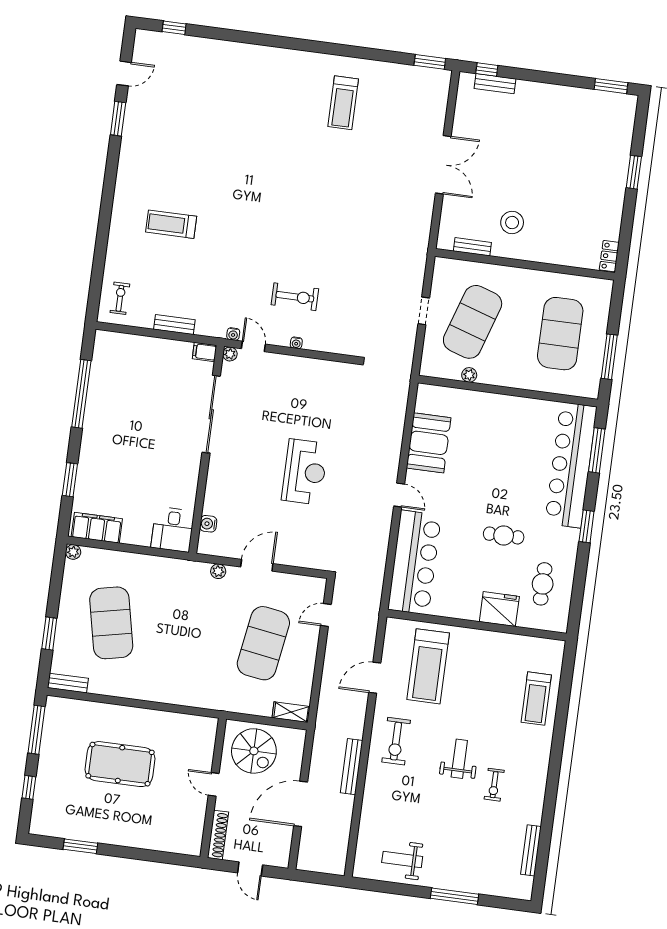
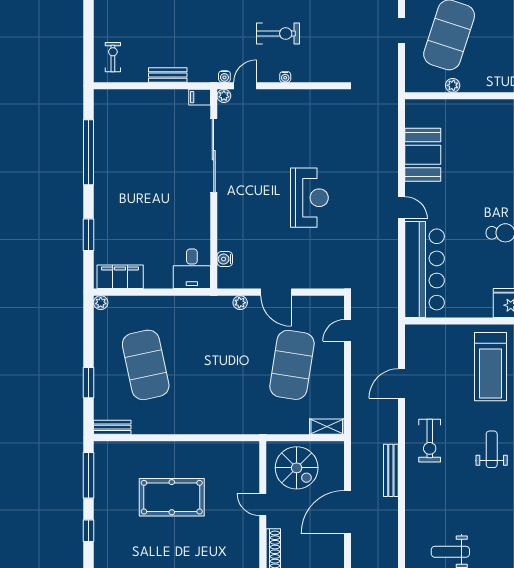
door: (253, 346) -> (245, 86), hinge flipped
door: (257, 565) -> (276, 292), swing flipped
treadmill: (428, 666) -> (491, 367), moved

